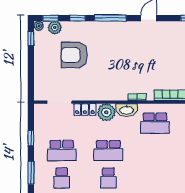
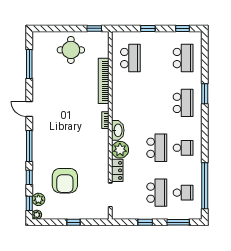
window: (31, 39) -> (74, 222), moved
school desk: (155, 123) -> (183, 103), moved

